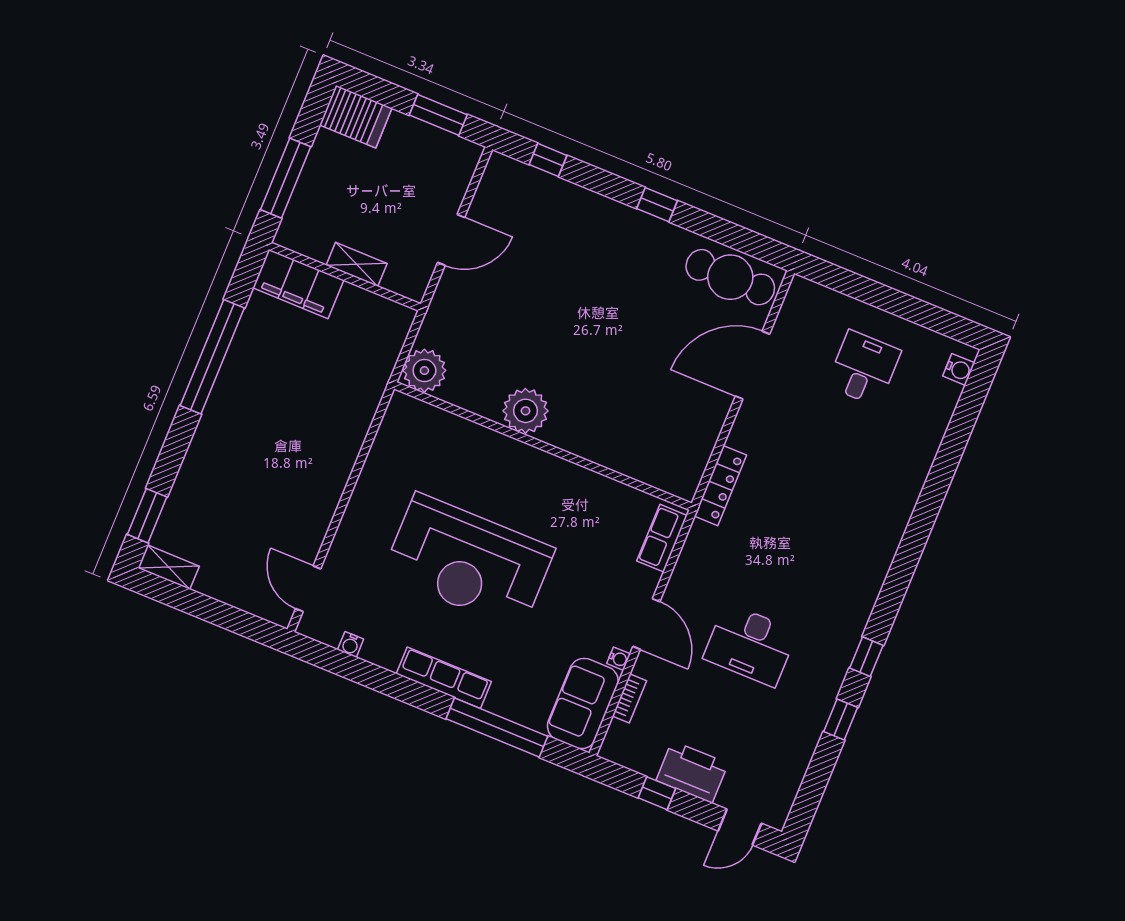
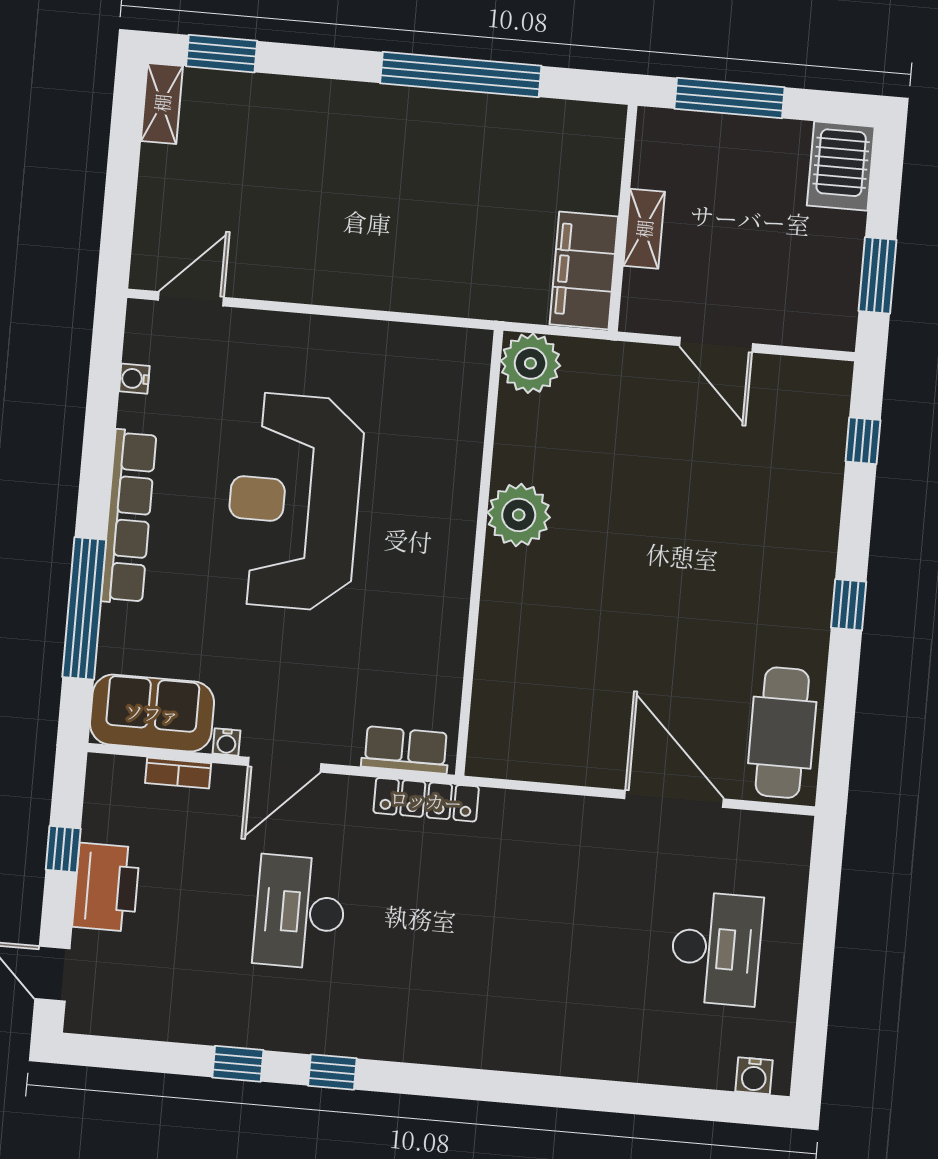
filing cabinet: (298, 284) -> (584, 270), moved
desk: (864, 368) -> (716, 949), width x1.37
locker: (720, 486) -> (426, 800), moved
row of seats: (444, 678) -> (129, 517), width x1.36

